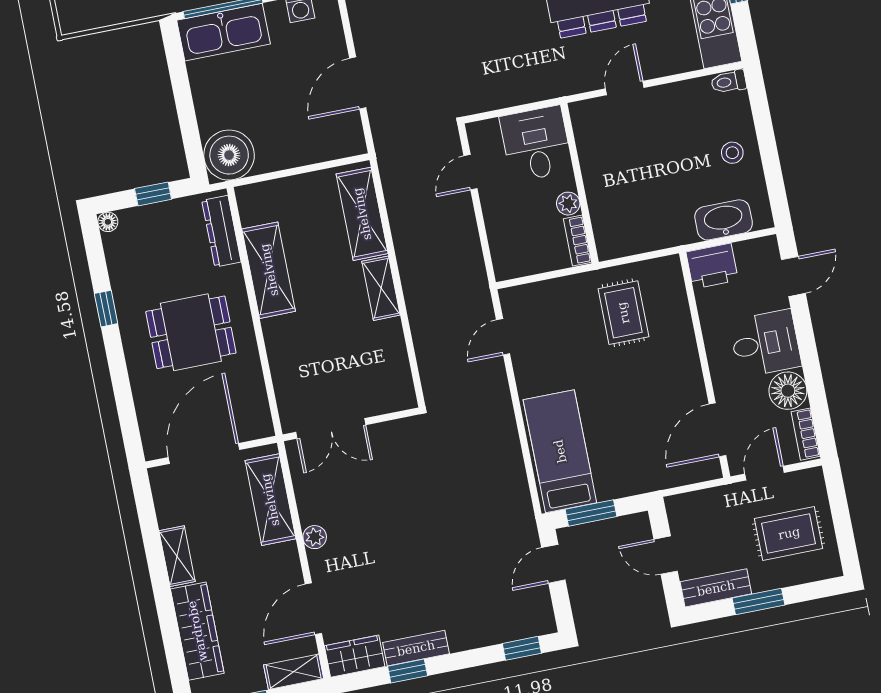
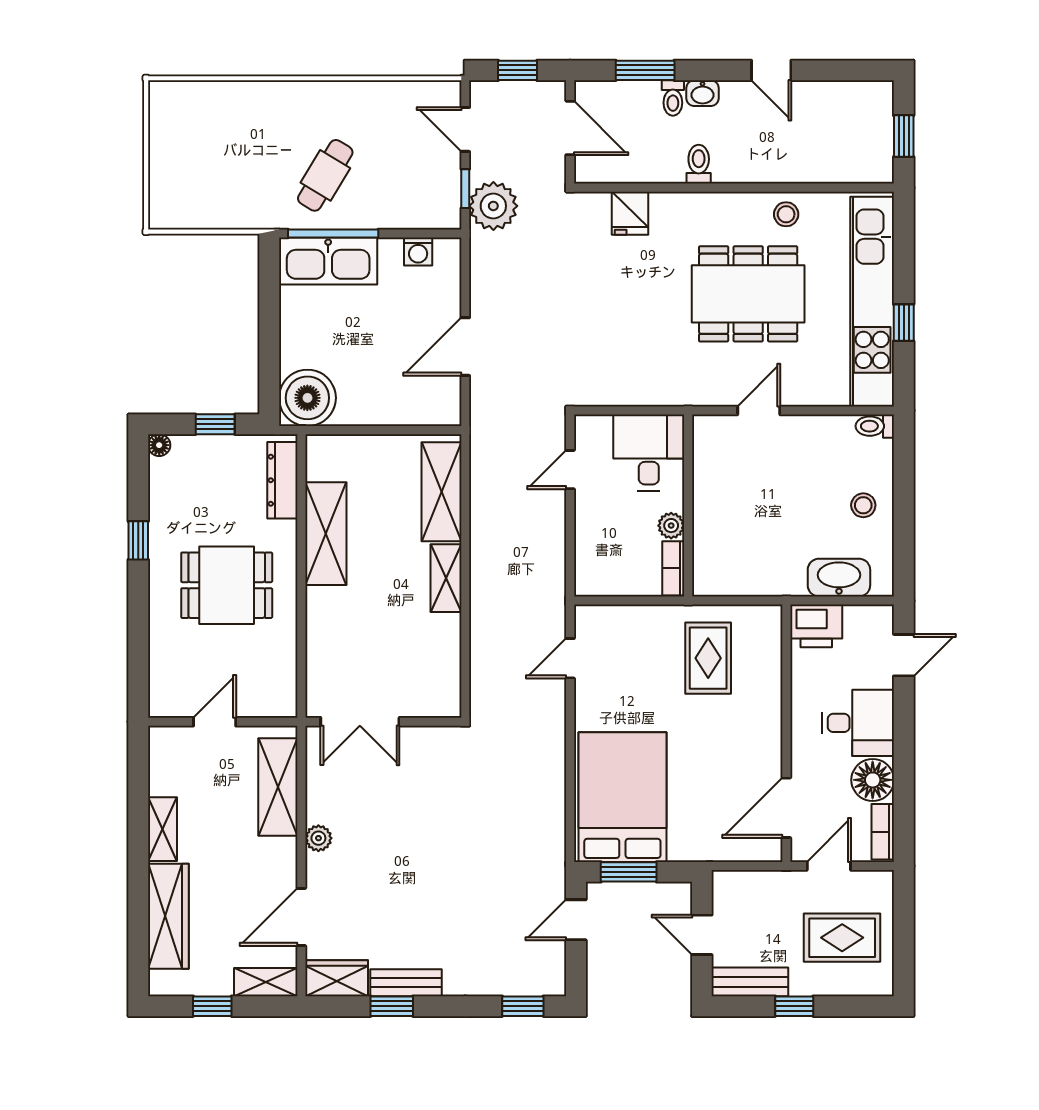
bed: (560, 451) -> (622, 797), width x1.50
door: (204, 454) -> (215, 722), width x0.53
window: (759, 601) -> (794, 1006), width x0.67

